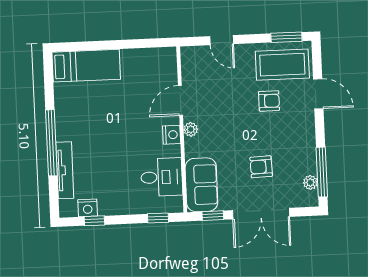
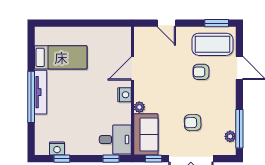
bed: (86, 66) -> (61, 57), moved
armchair: (269, 101) -> (201, 72), turned 180
plant: (191, 129) -> (139, 107), moved
tv unit: (65, 170) -> (41, 92), moved
desk: (162, 177) -> (115, 140), moved

